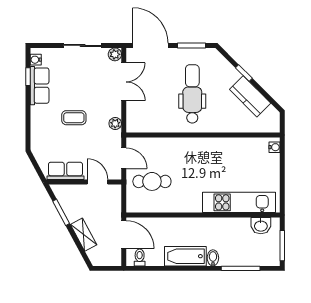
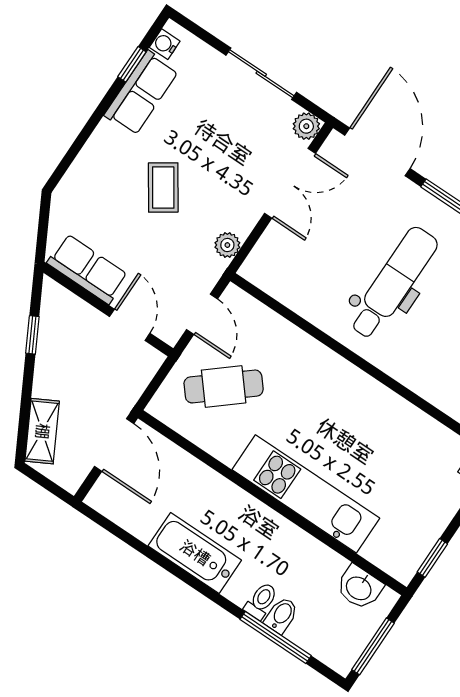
coffee table: (74, 118) -> (163, 187), turned 56
cafe table: (152, 181) -> (224, 386), turned -40
window: (282, 194) -> (432, 558), added
kitchen unit: (239, 202) -> (306, 494), moved
window: (61, 212) -> (32, 335), width x0.67
shelving: (84, 235) -> (42, 431), moved
toilet: (140, 257) -> (261, 601), moved
bidet: (213, 258) -> (281, 615), moved

